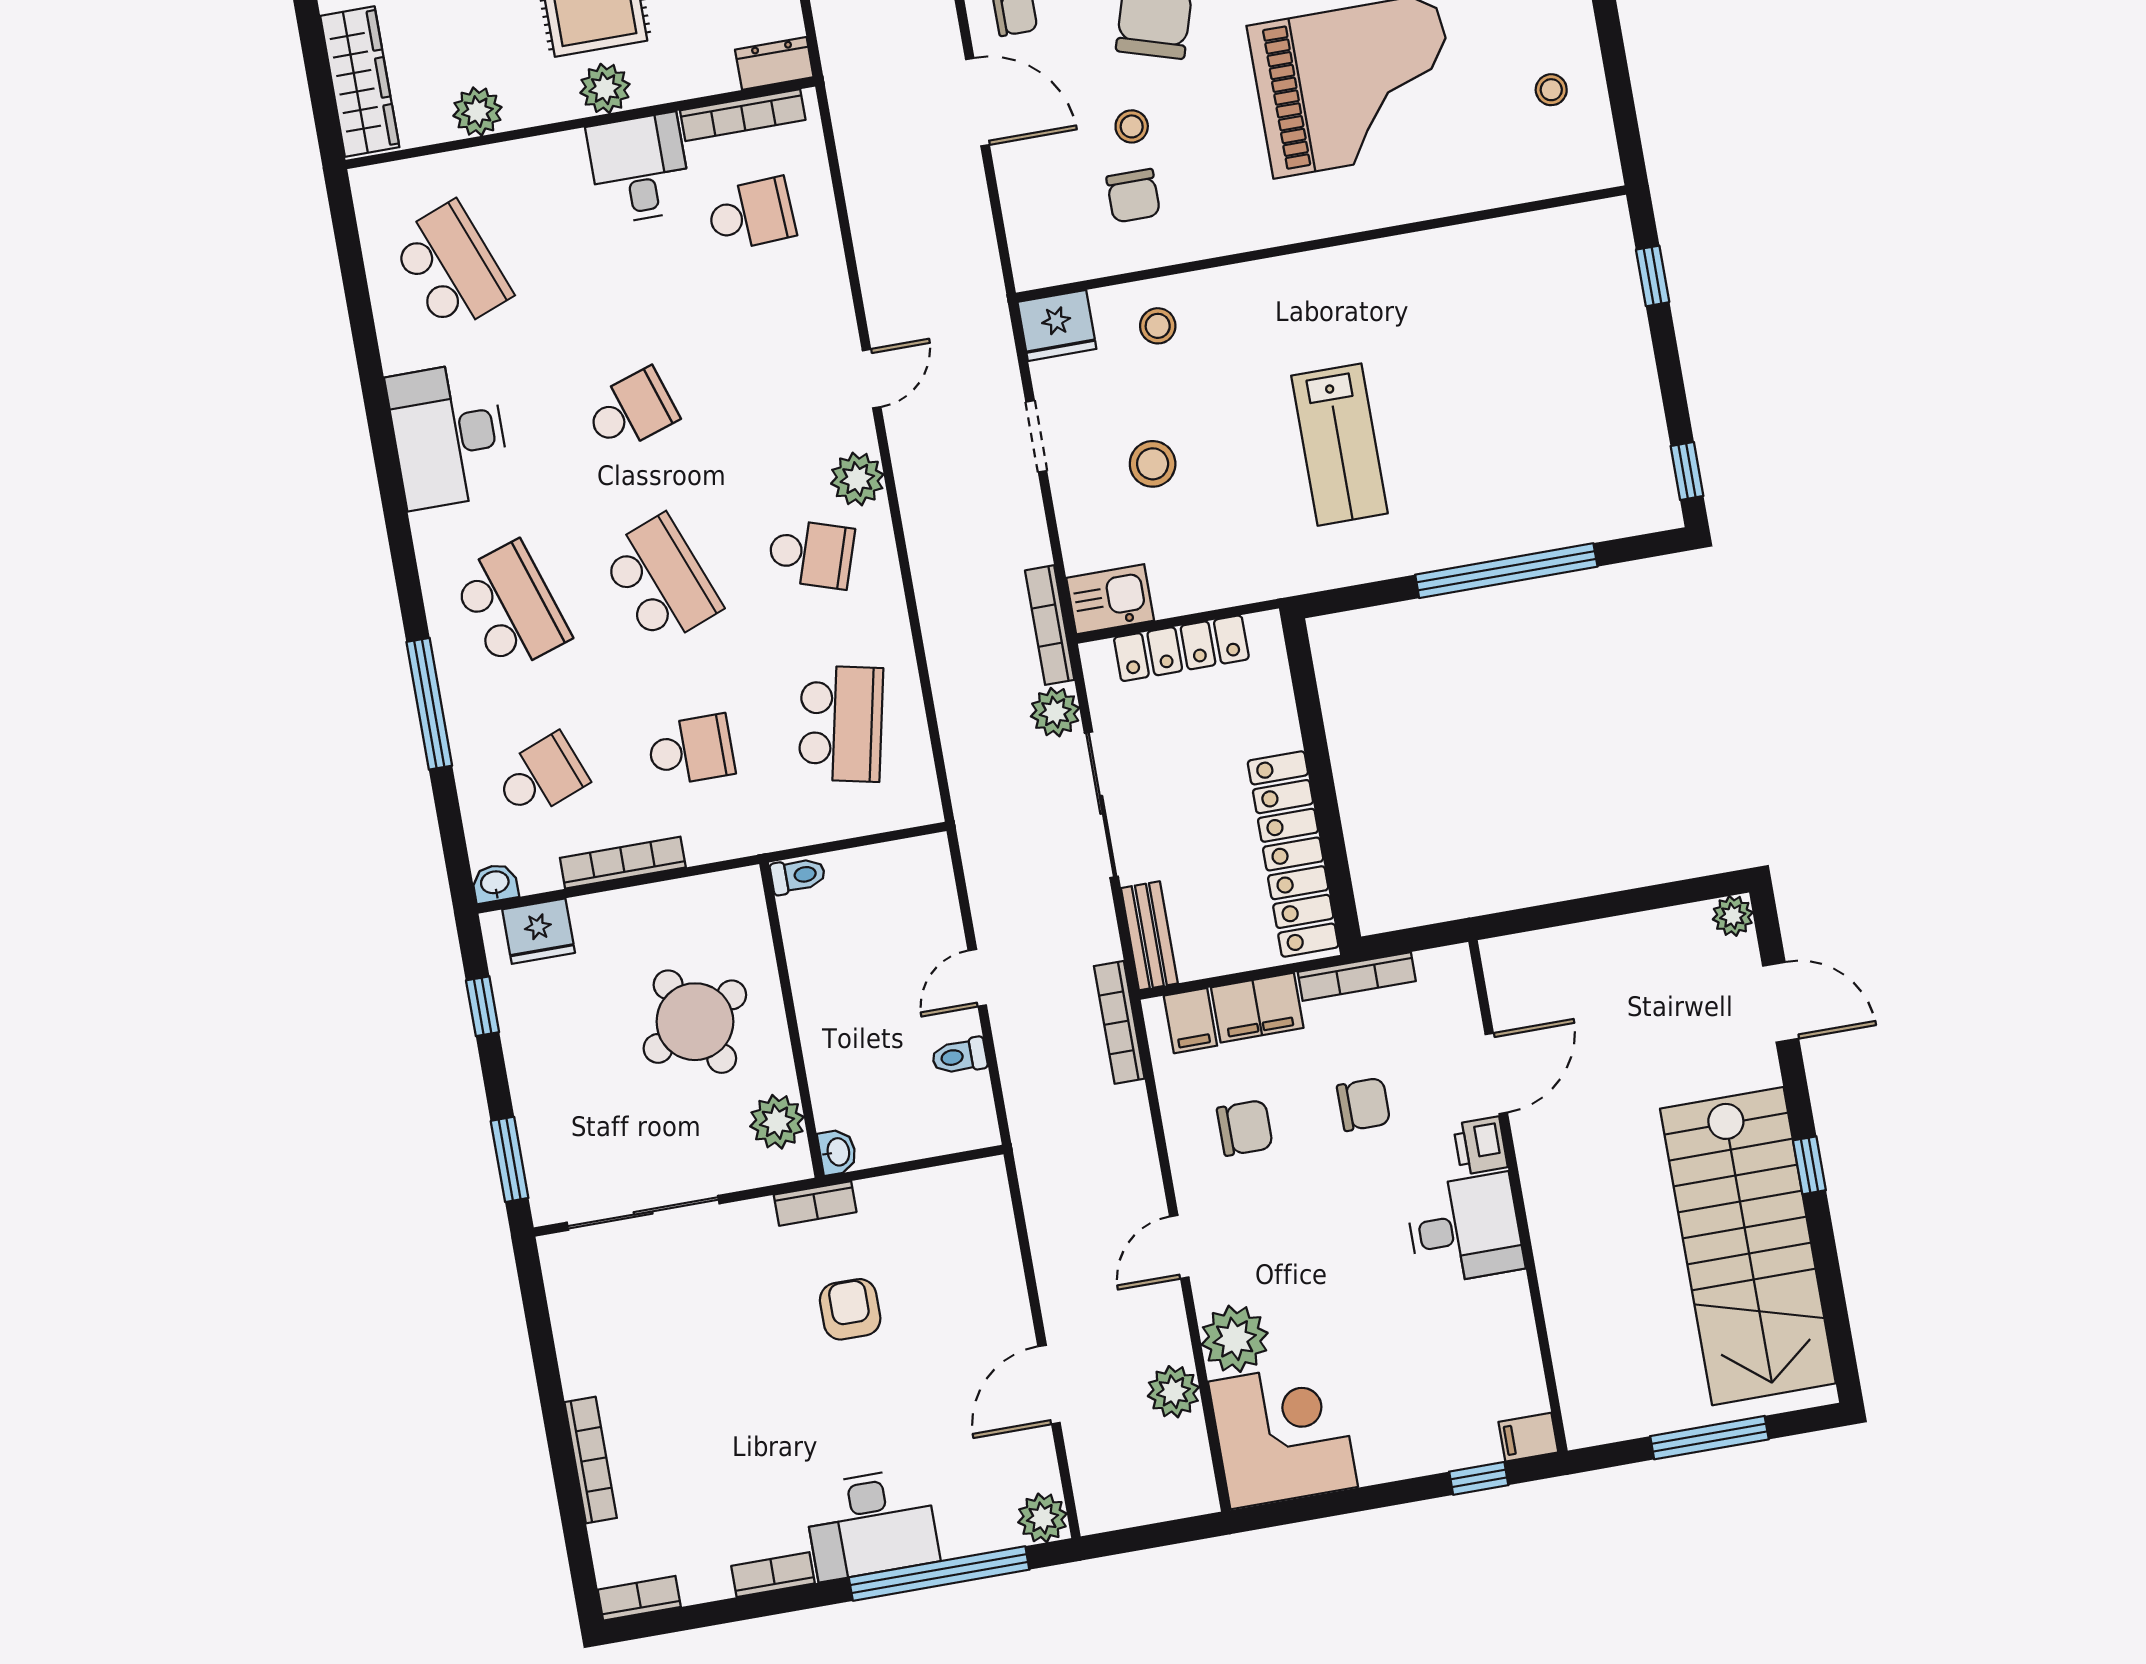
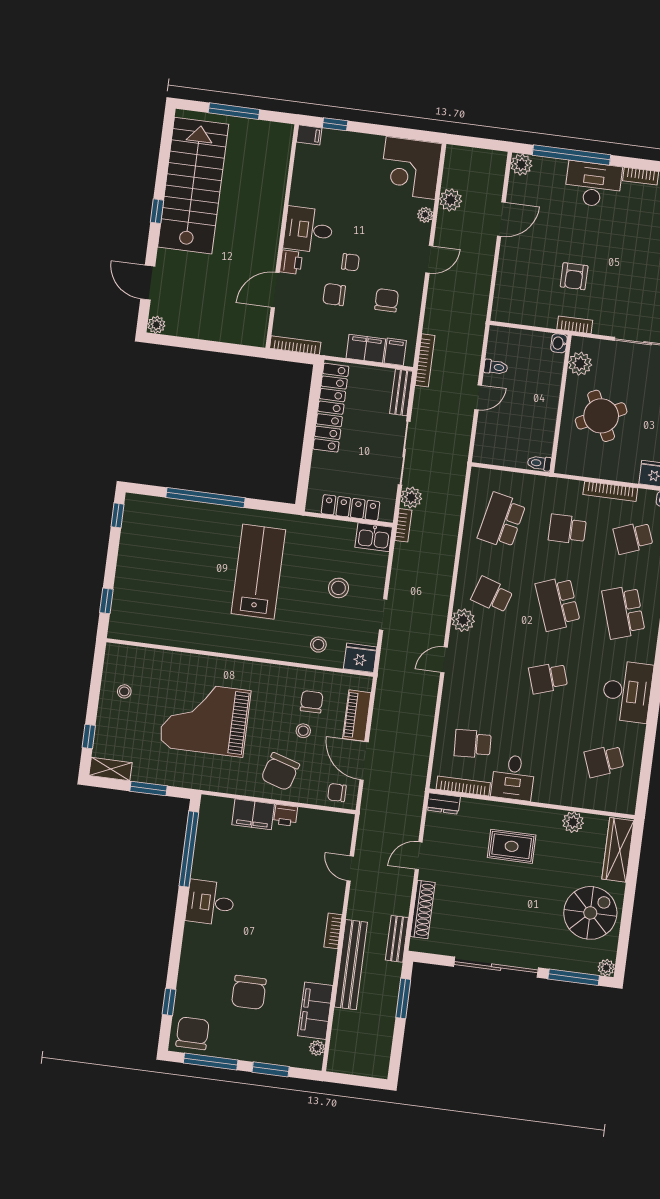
plant: (605, 88) -> (517, 815), removed
piano: (1025, 197) -> (357, 716), added
school desk: (451, 267) -> (604, 761), width x0.54
lab bench: (1339, 445) -> (258, 572), width x1.36, depth x1.39
bookcase: (1050, 625) -> (403, 525), width x0.64
bookcase: (1357, 977) -> (295, 345), moved
chair: (1245, 1128) -> (387, 300), turned 90
chair: (1350, 1186) -> (350, 262), added
plant: (1235, 1339) -> (425, 215), width x0.53, depth x0.53

